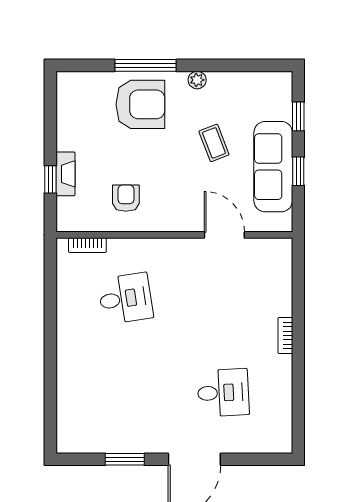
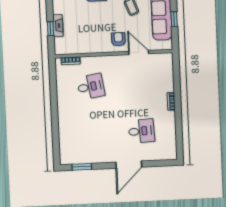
armchair: (126, 198) -> (118, 39), moved
window: (125, 459) -> (82, 167), moved

